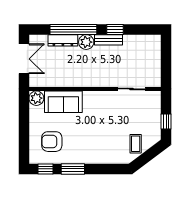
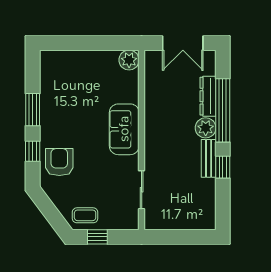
sofa: (63, 102) -> (124, 129), moved
armchair: (52, 142) -> (59, 162), moved
coffee table: (136, 144) -> (85, 215), moved
window: (45, 169) -> (33, 151), moved

